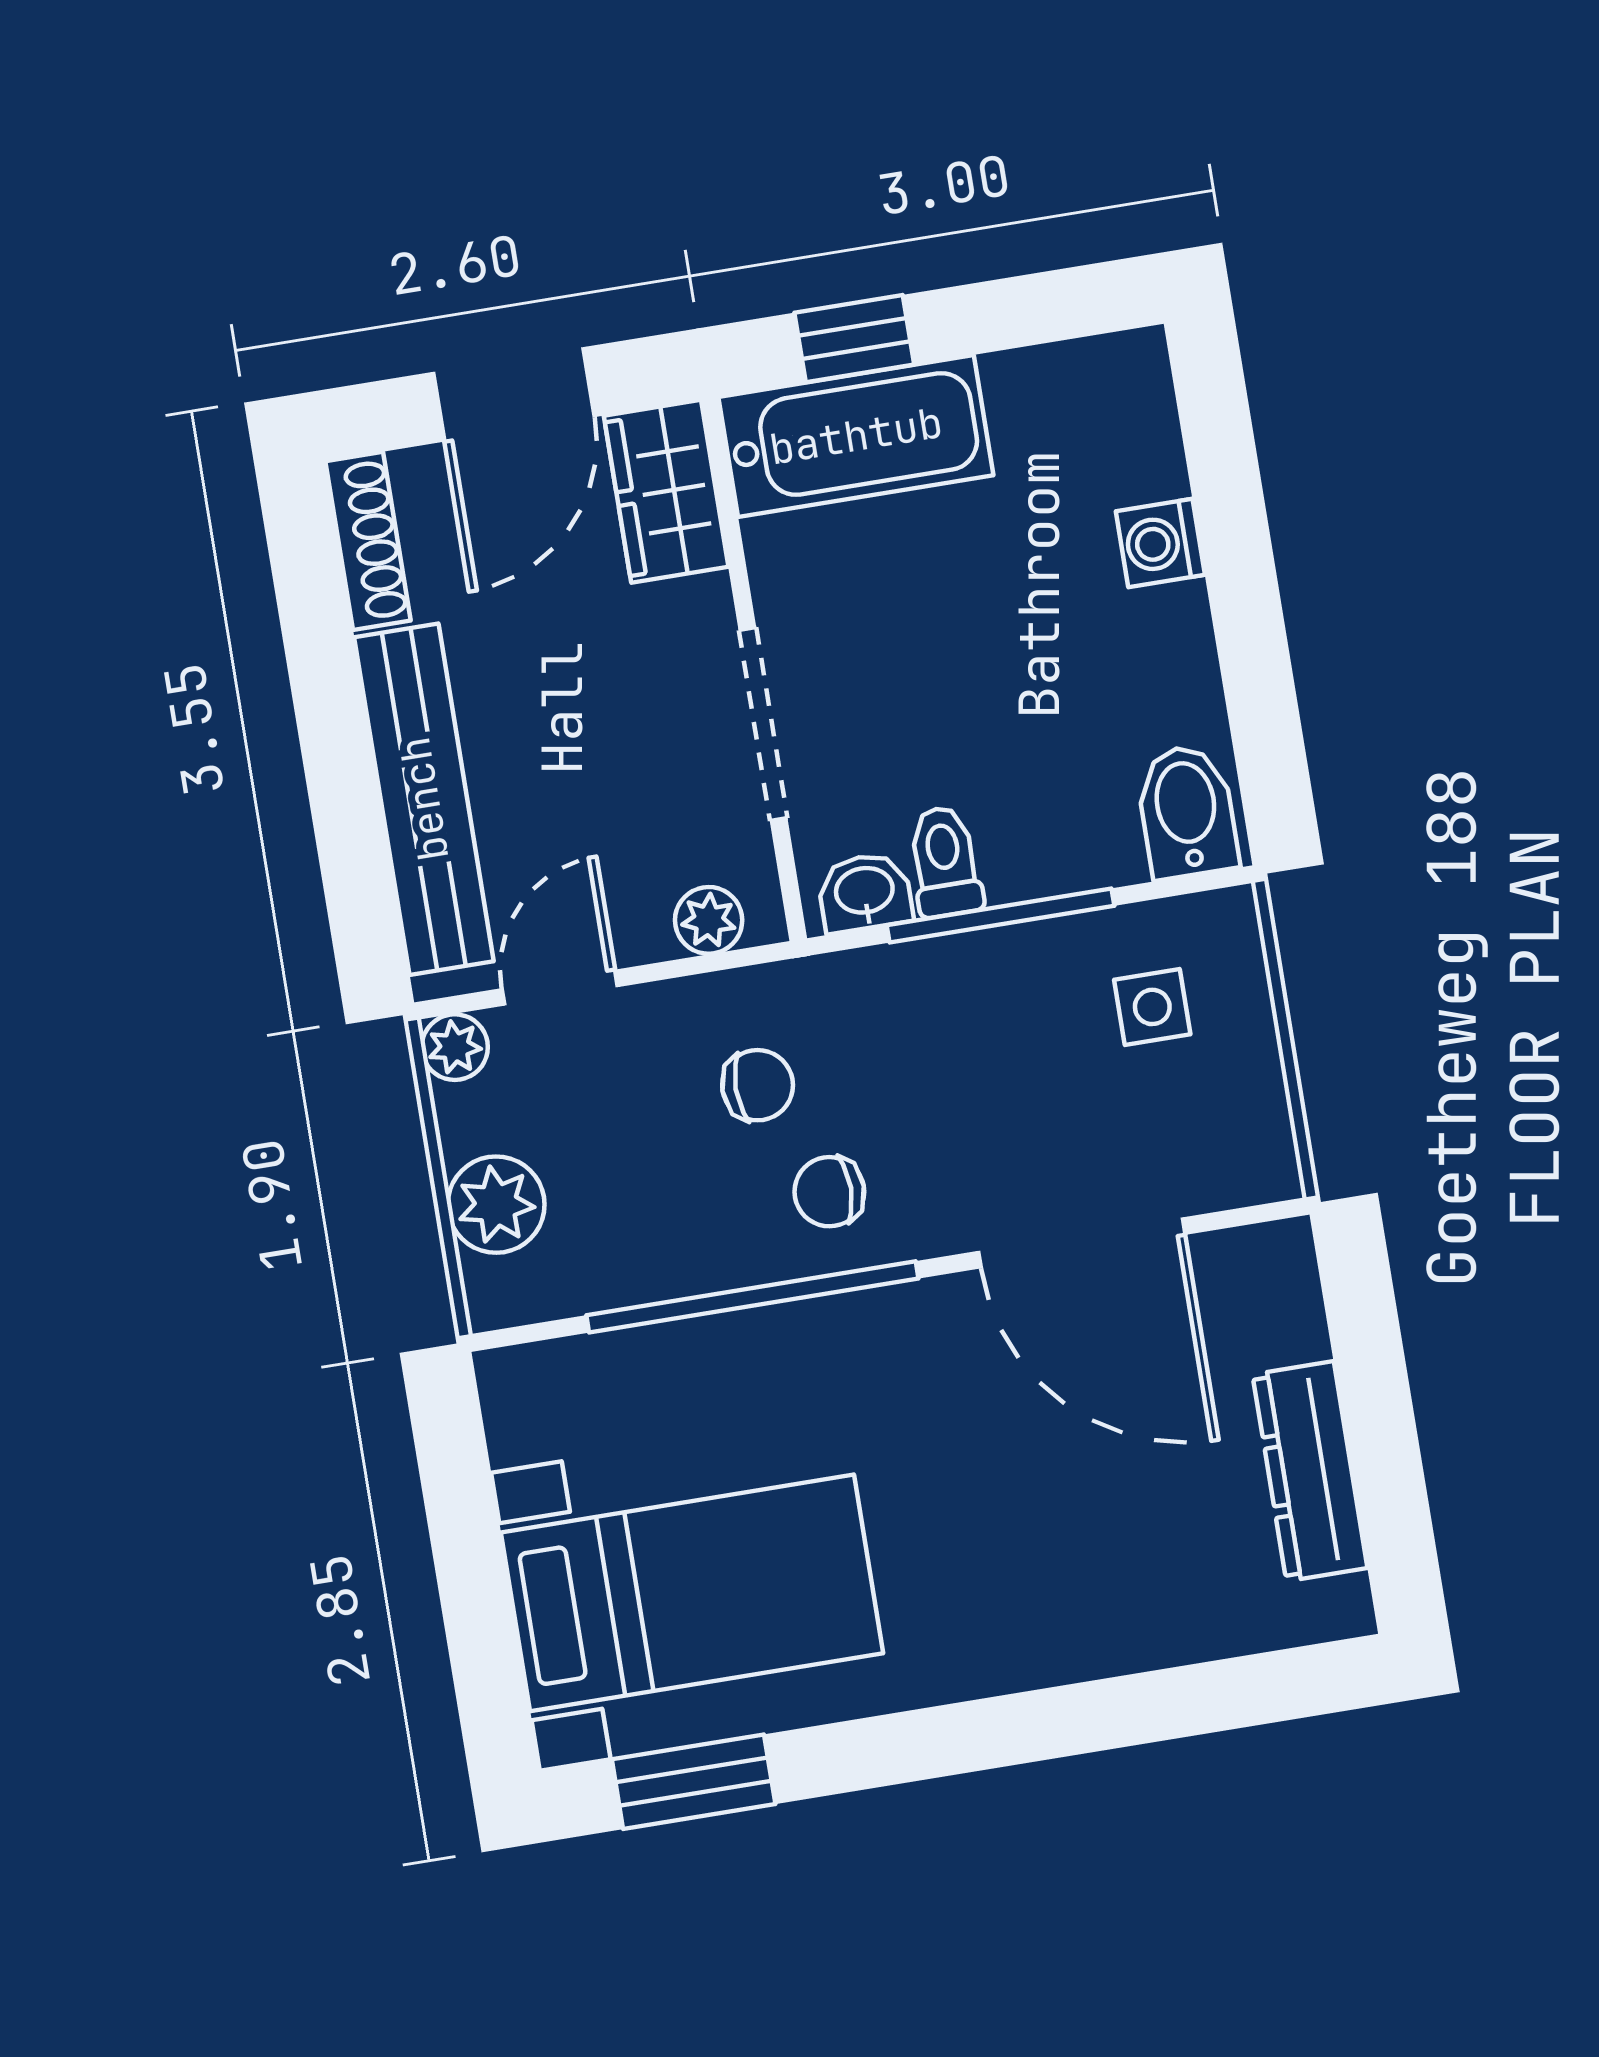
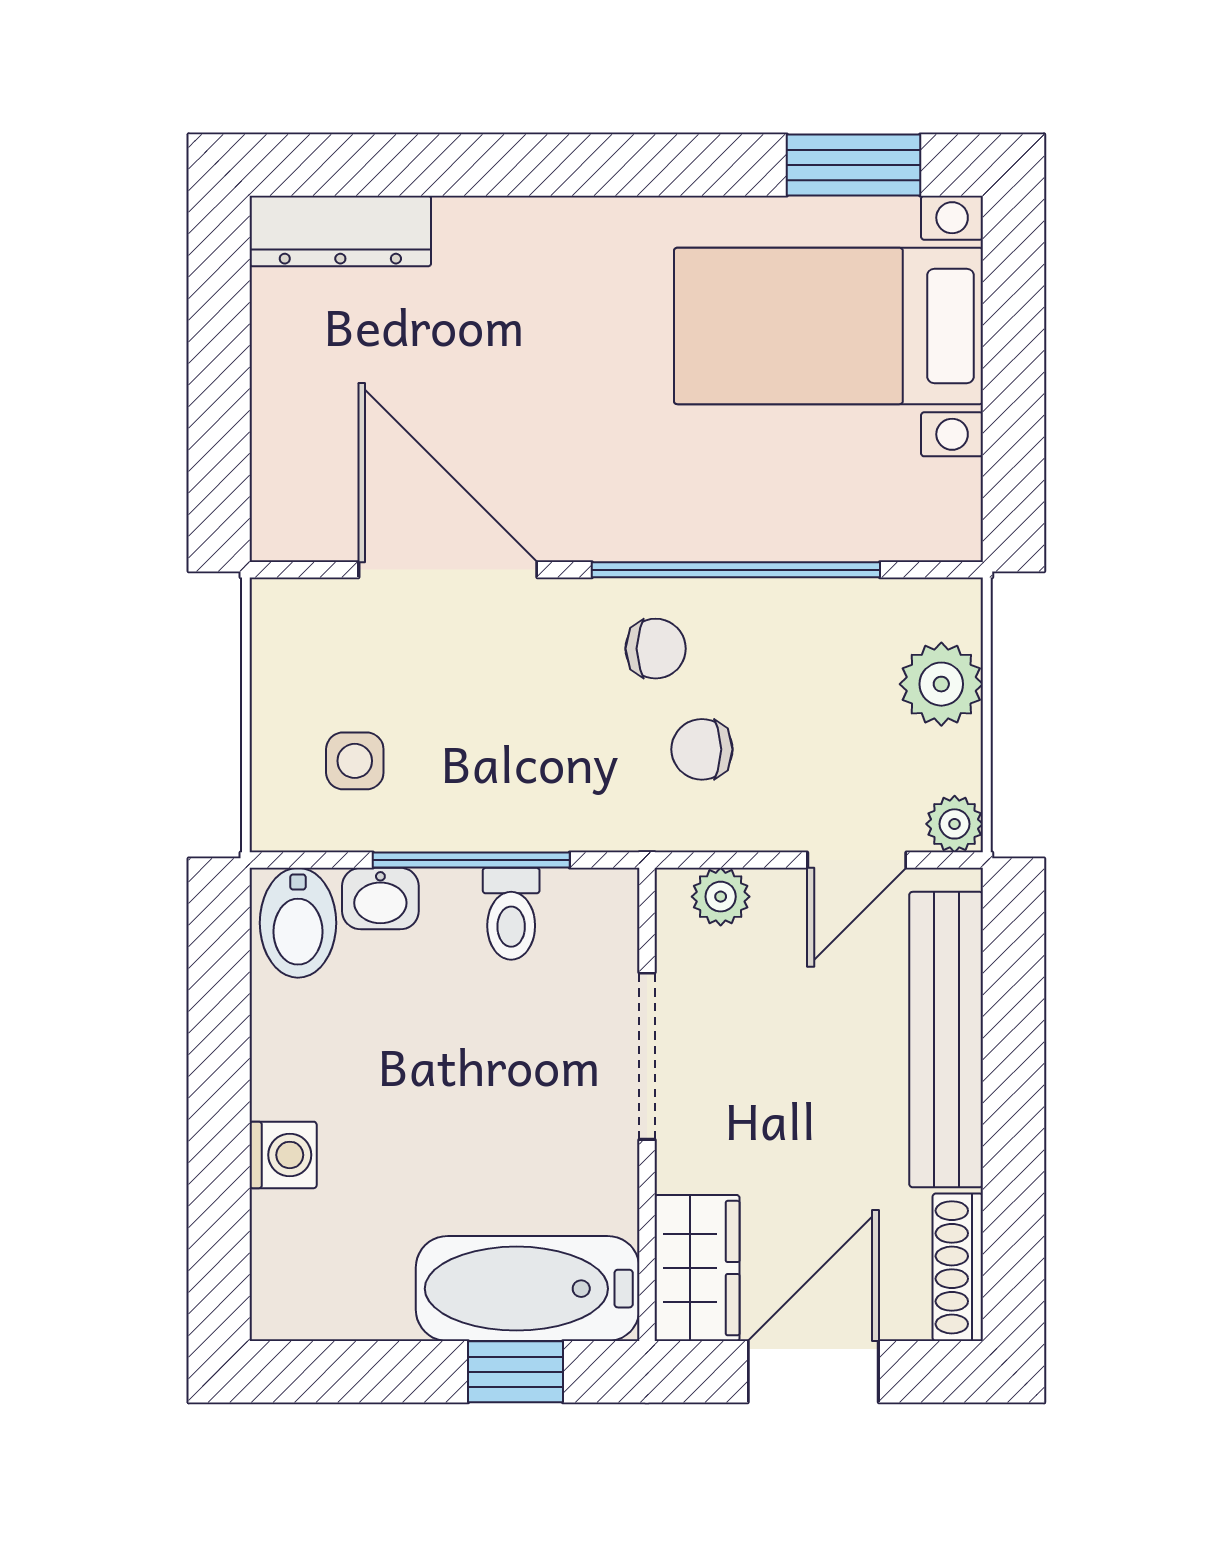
washbasin: (865, 892) -> (380, 899), moved
dresser: (1310, 1471) -> (340, 231), moved, turned 90

